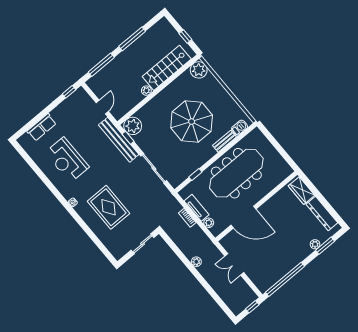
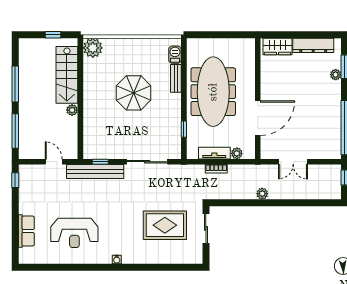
parasol: (192, 122) -> (134, 93), width x0.73, depth x0.73
plant: (133, 126) -> (93, 149), removed
rug: (108, 207) -> (165, 225), moved

